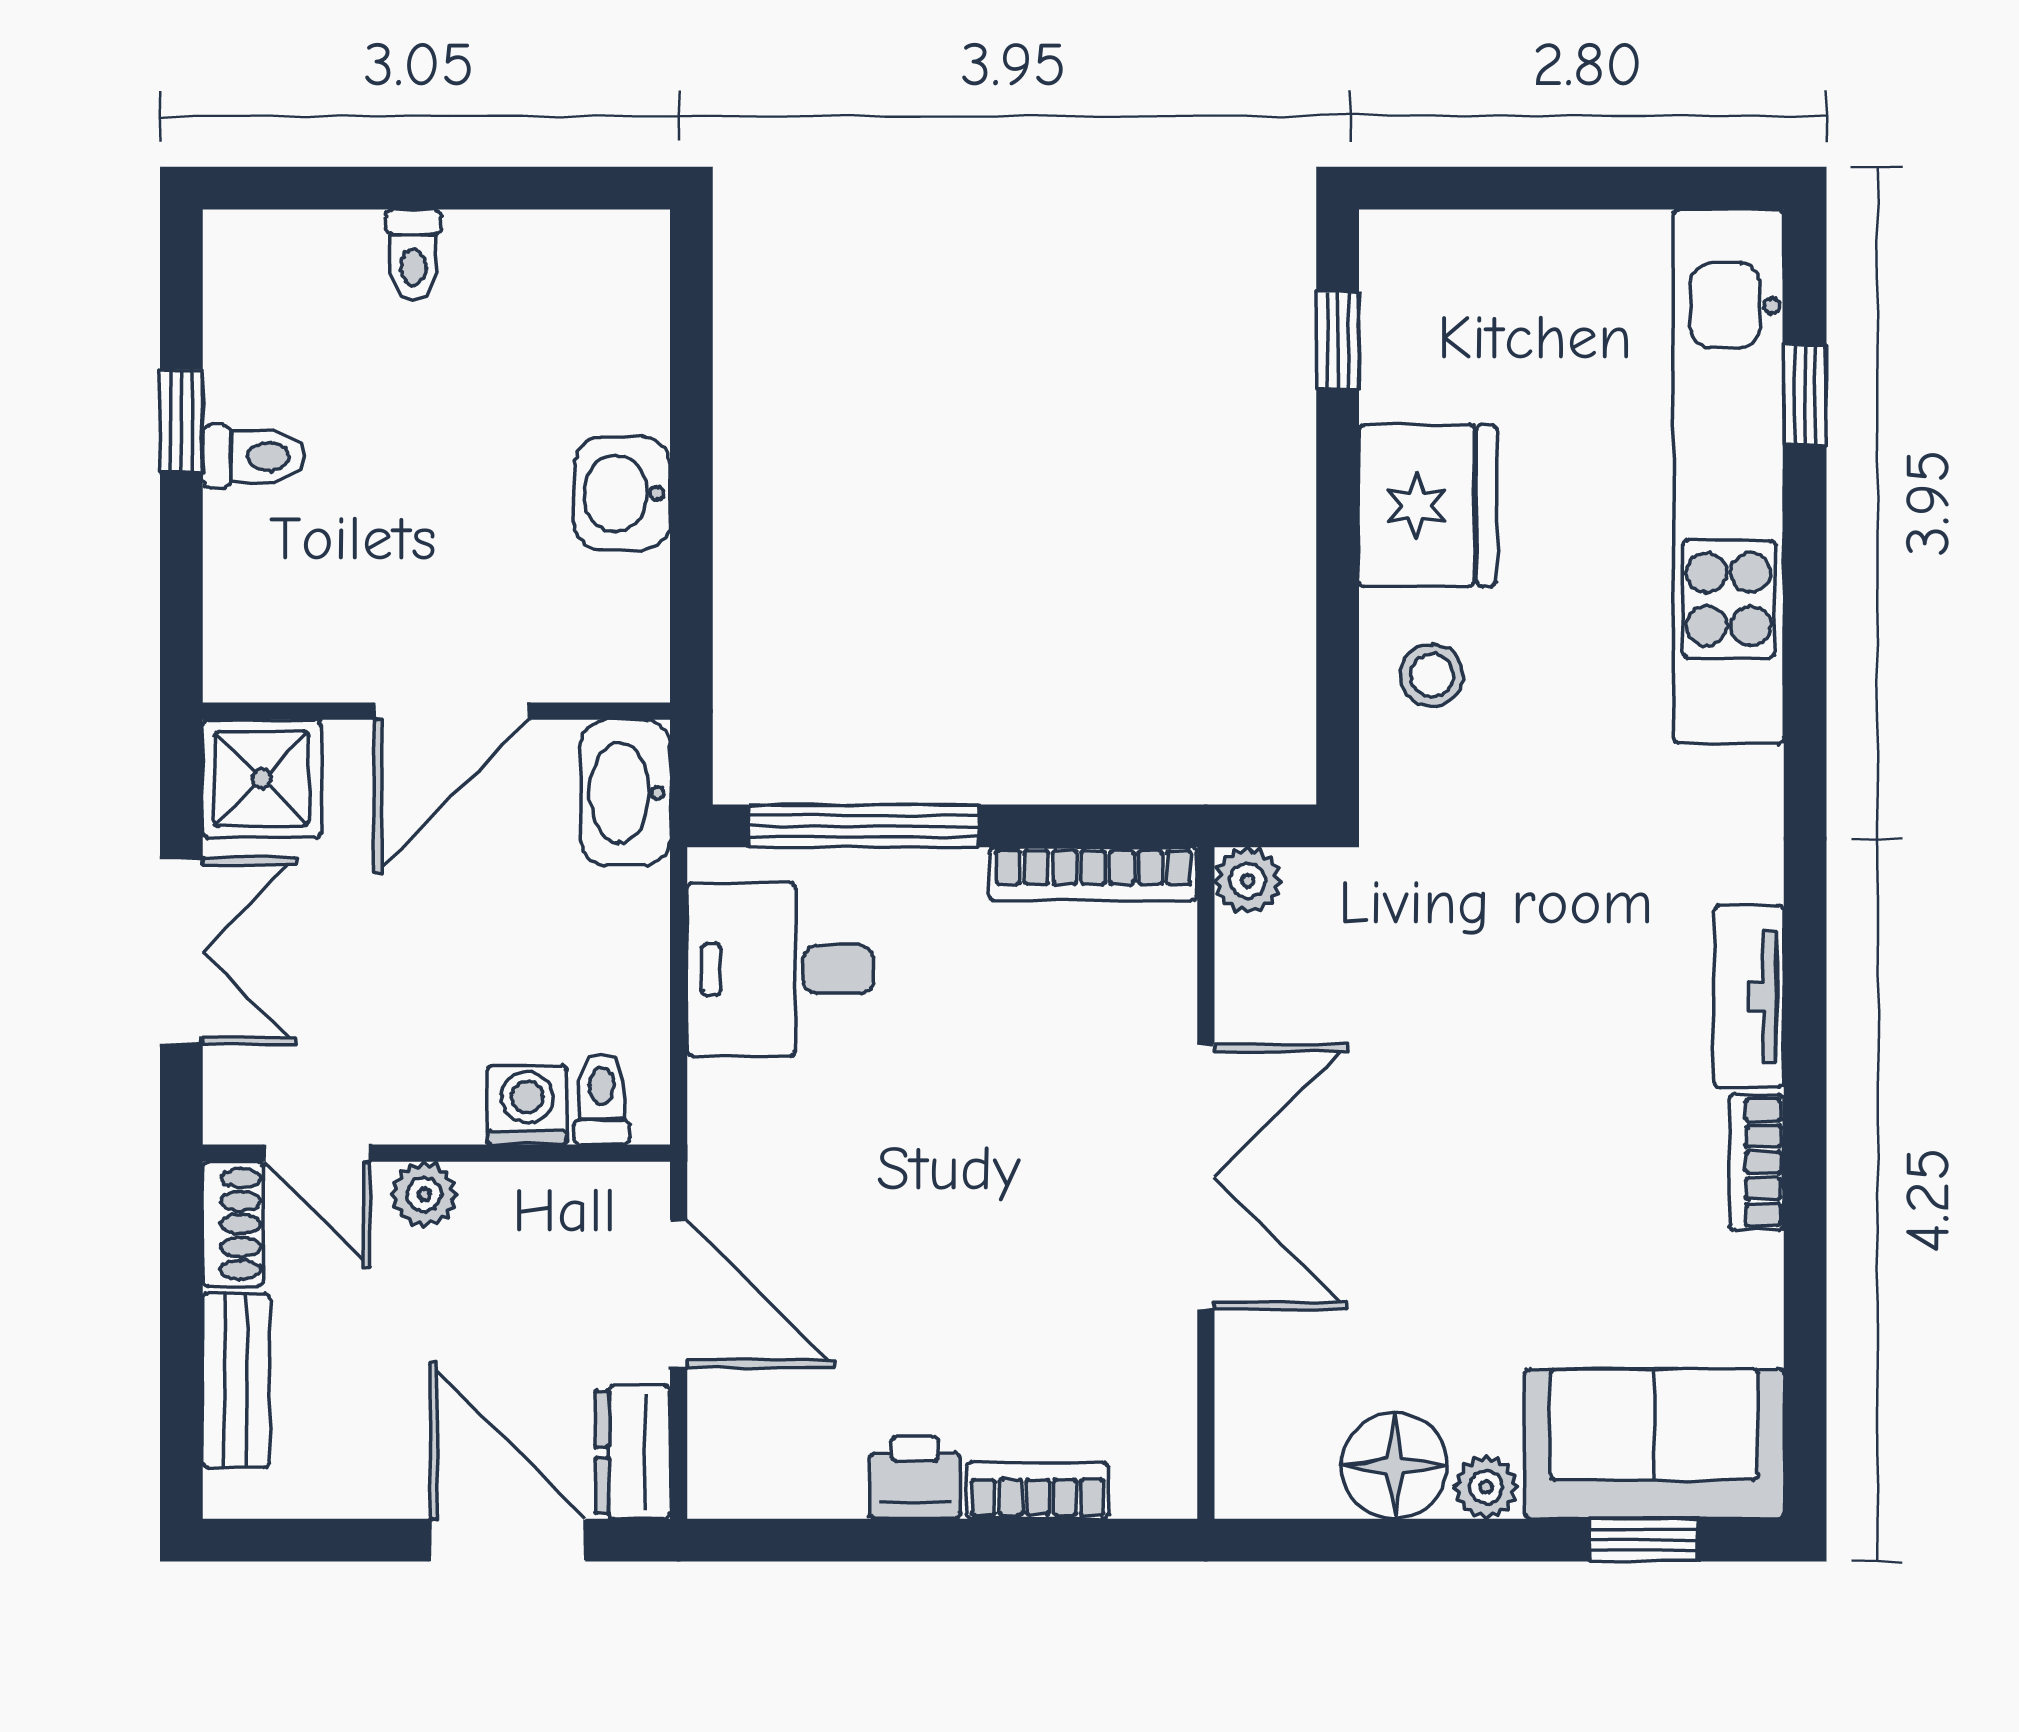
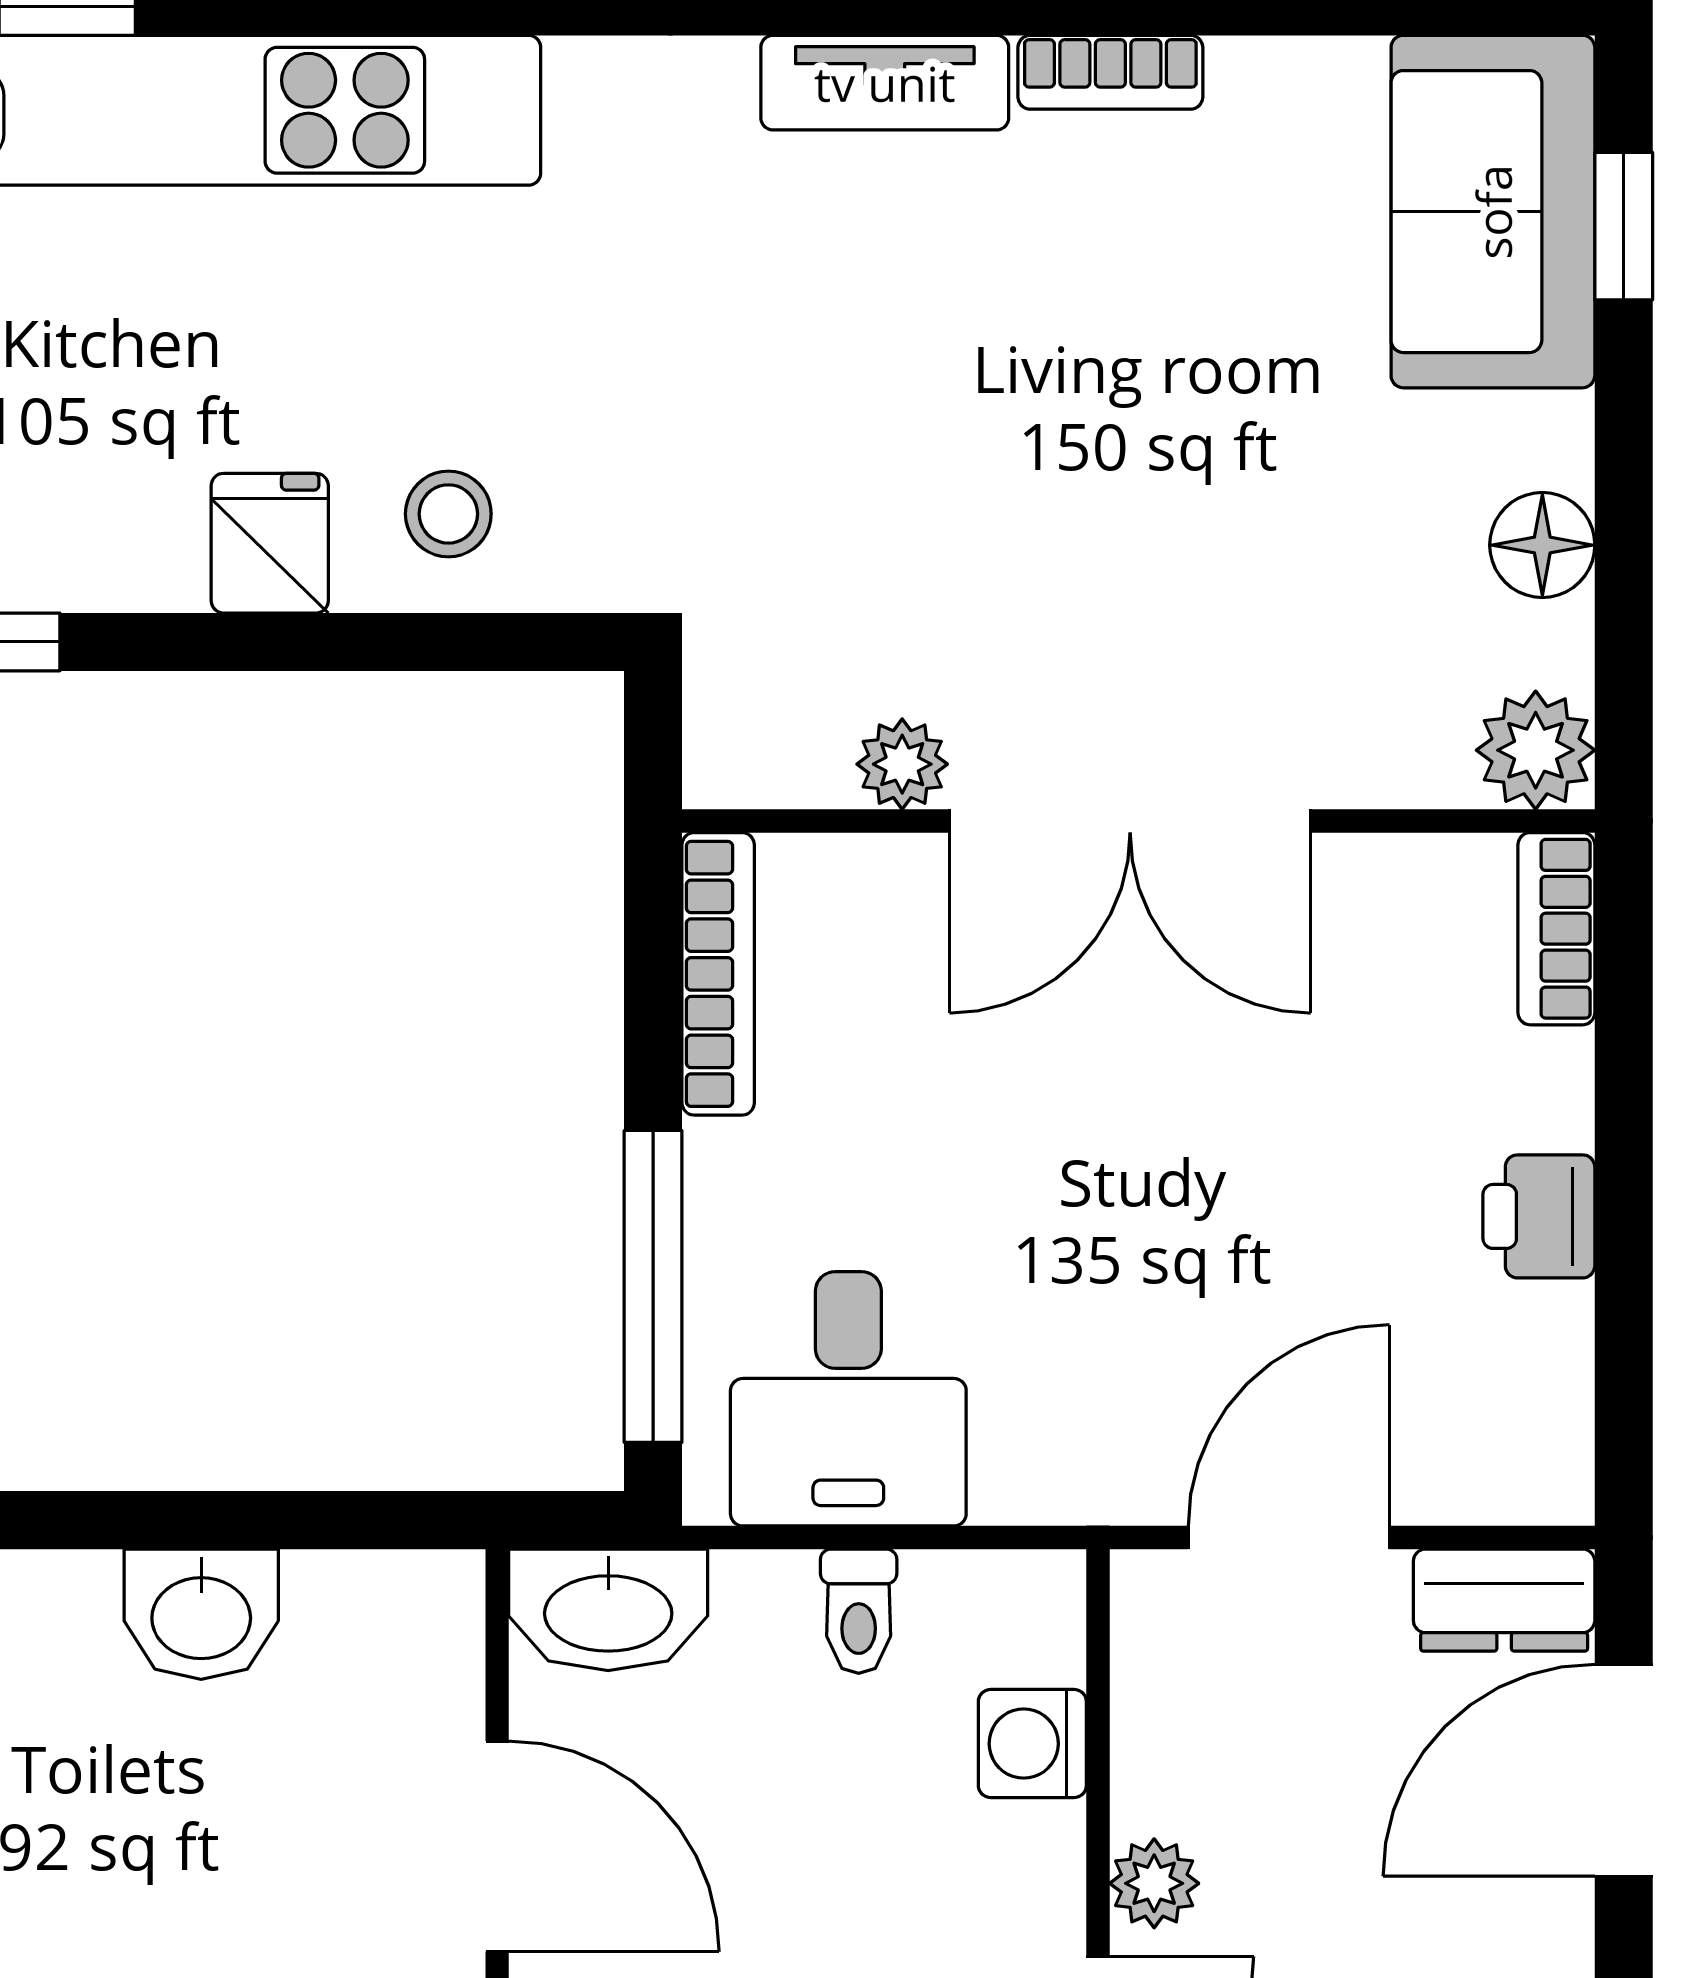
fridge: (1428, 506) -> (270, 543), width x0.53, depth x0.75
plant: (1248, 881) -> (902, 764), moved
toilet: (602, 1099) -> (859, 1611), moved, turned -90
double door: (1206, 1177) -> (1130, 821), swing flipped
floor lamp: (1394, 1466) -> (1542, 545), width x0.73, depth x0.73
plant: (1486, 1487) -> (1536, 750), moved, width x1.38, depth x1.38
bookcase: (1038, 1490) -> (1556, 929), moved

